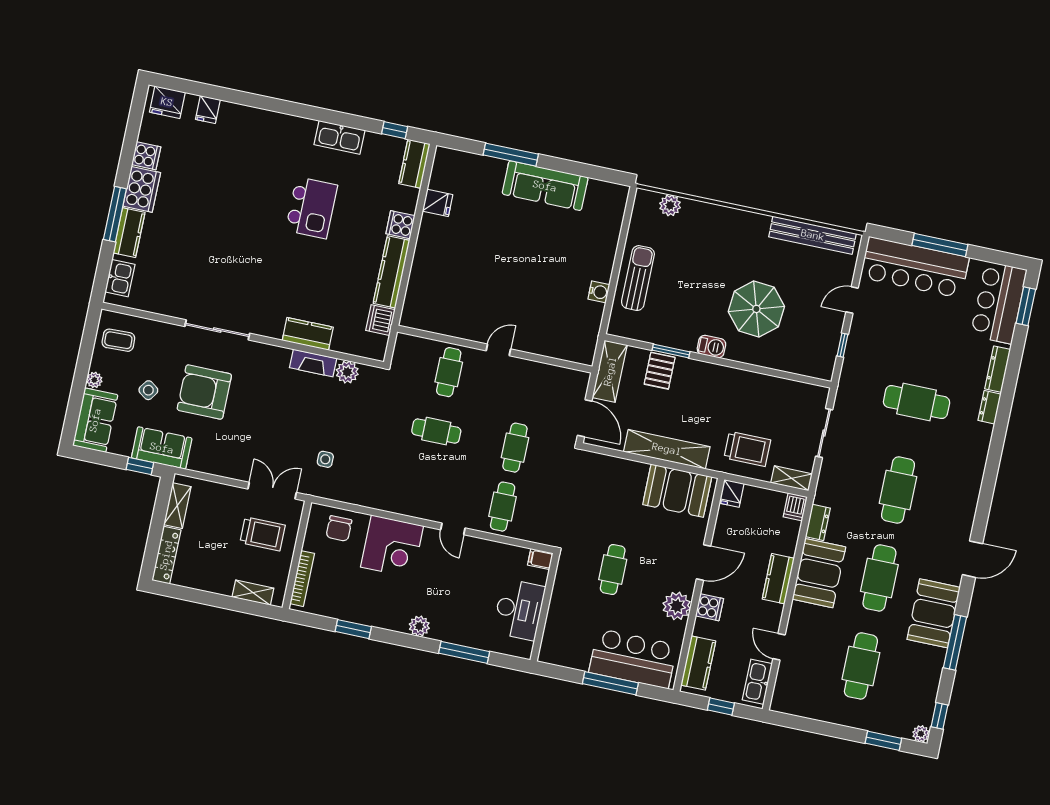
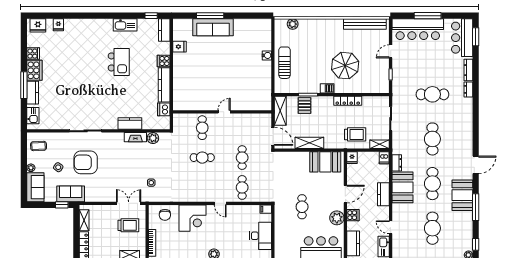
sofa: (545, 186) -> (213, 27), moved
water cooler: (599, 292) -> (267, 55), moved
locker: (747, 380) -> (348, 101), added
shelving: (667, 449) -> (309, 143), width x0.68

